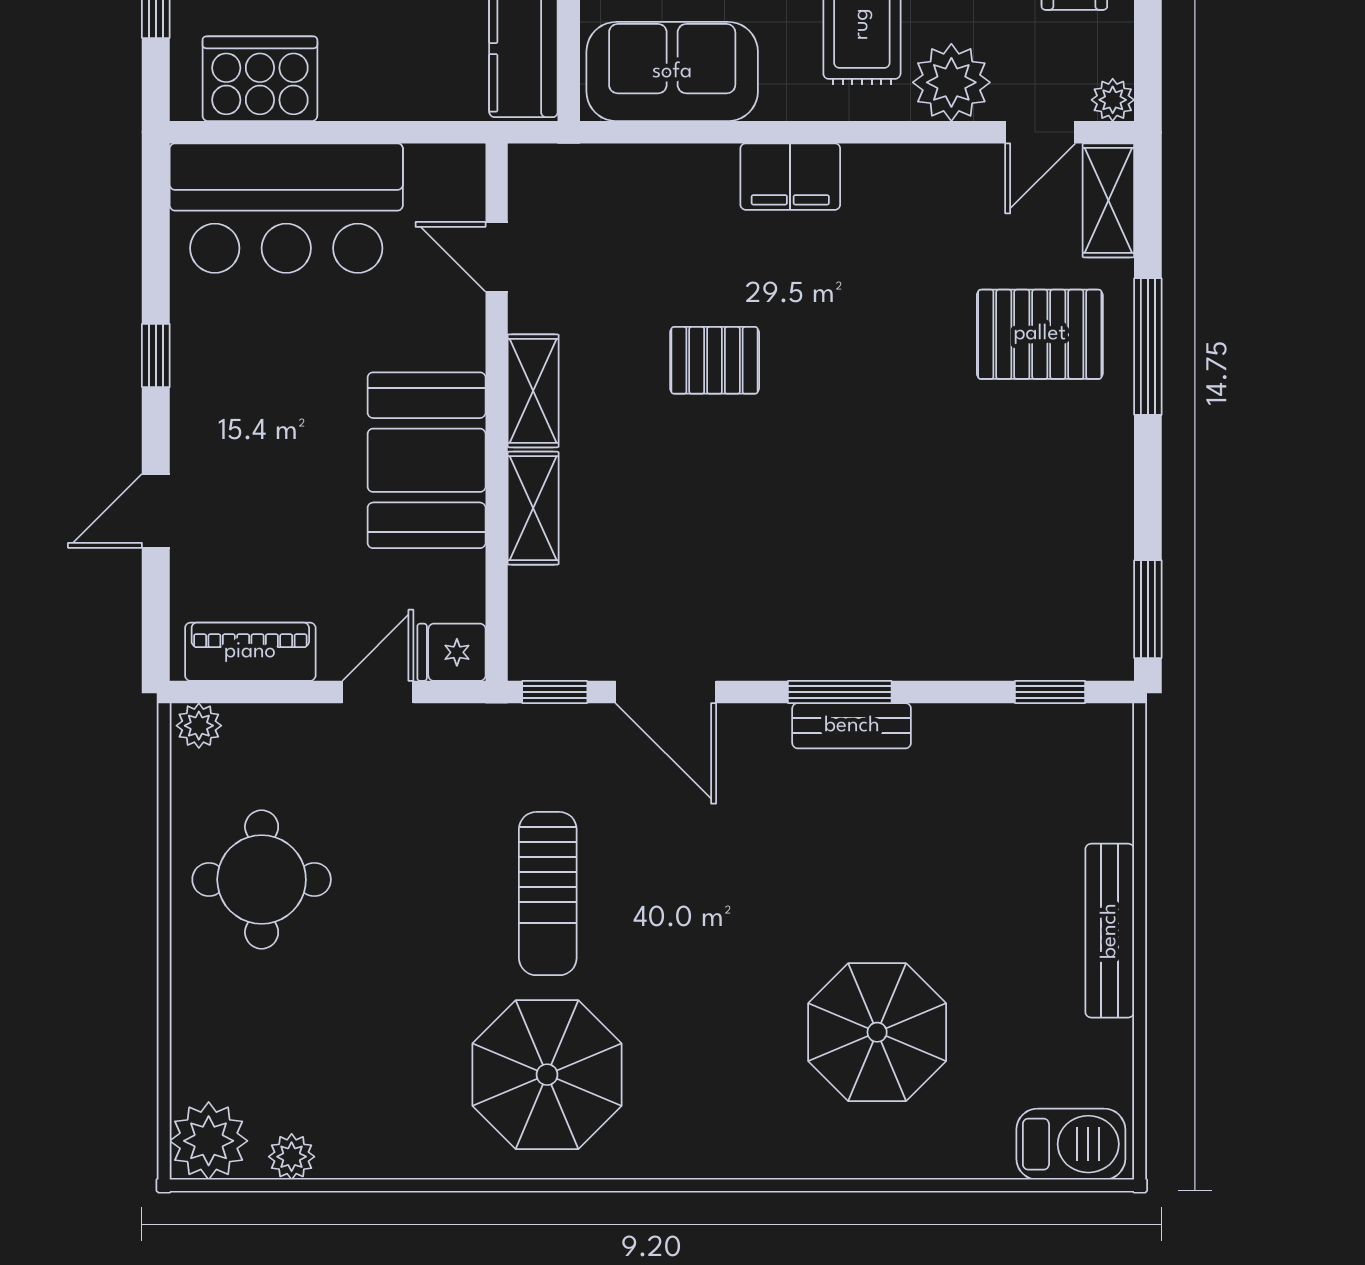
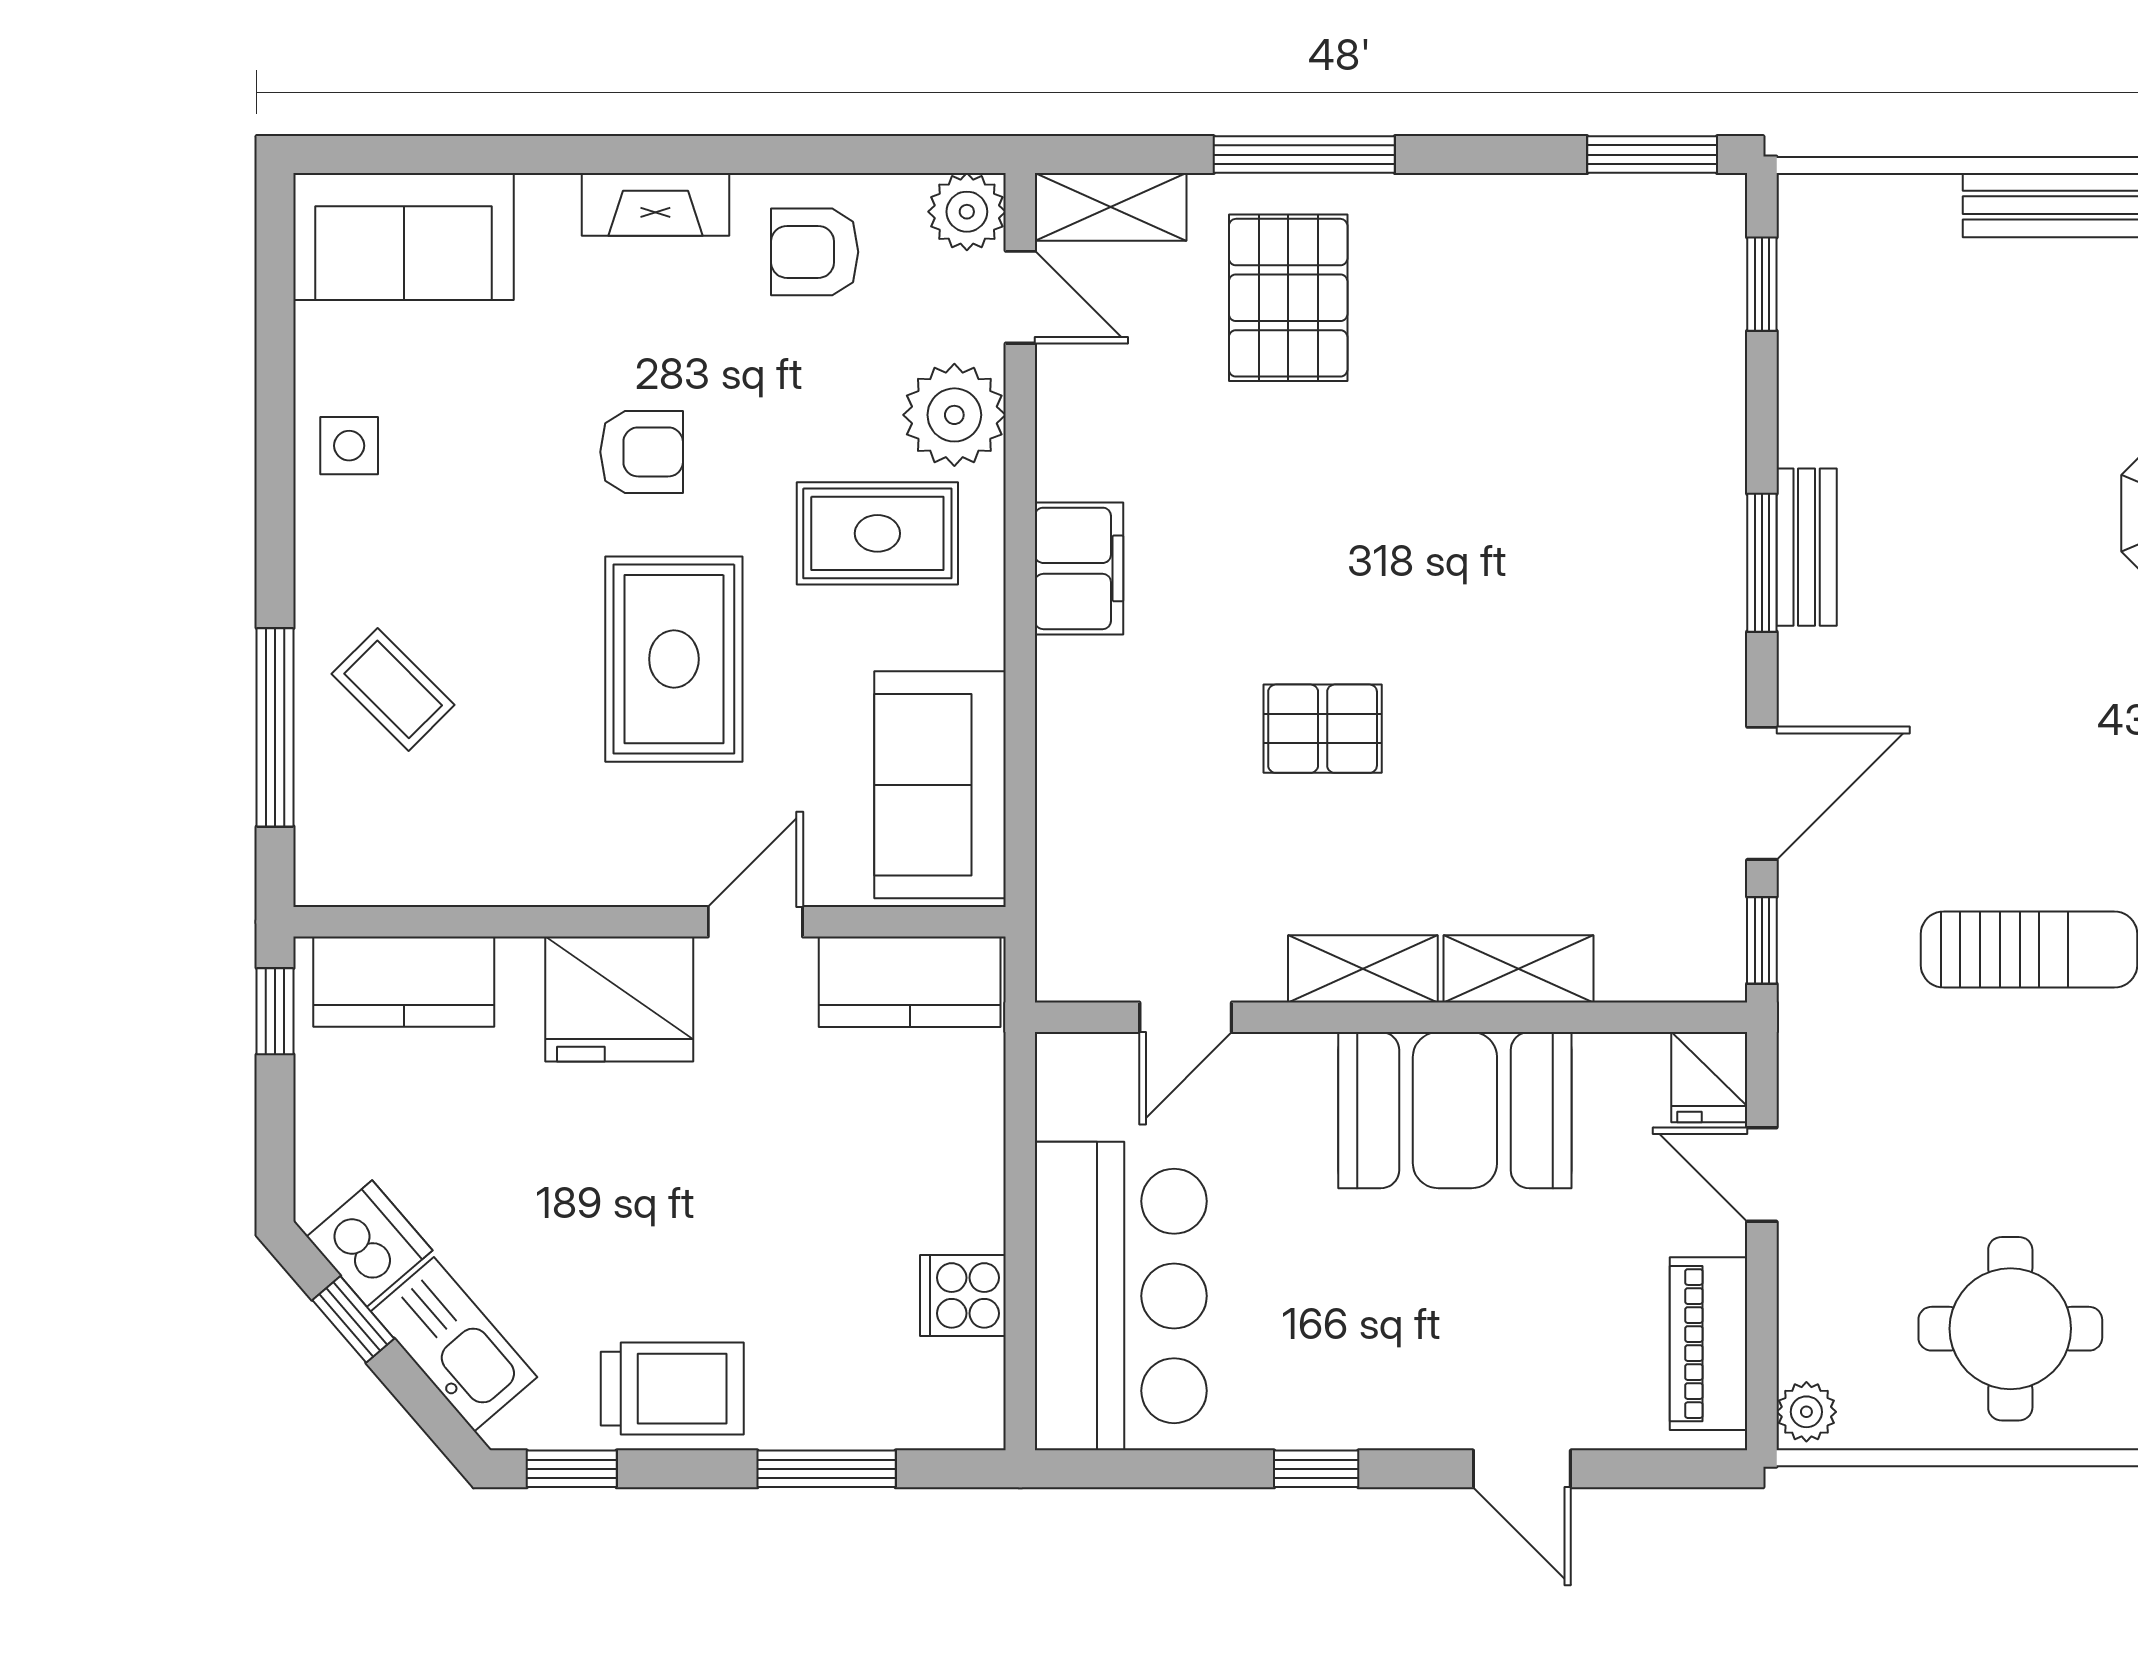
cooker: (260, 79) -> (963, 1295), width x0.53, depth x0.76
plant: (1113, 100) -> (967, 212), width x1.38, depth x1.38
filing cabinet: (790, 177) -> (1079, 568), moved
pallet: (715, 360) -> (1323, 729), turned 90

